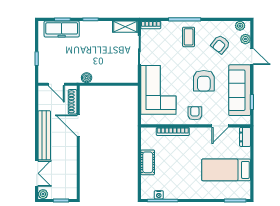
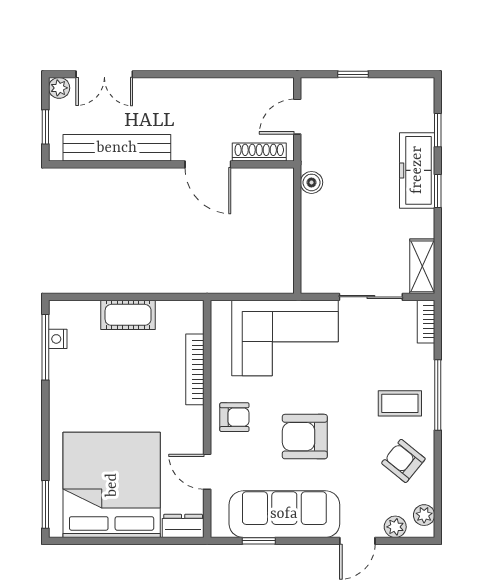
freezer: (62, 29) -> (417, 170), moved
armchair: (220, 44) -> (403, 461), moved
door: (78, 125) -> (208, 164), swing flipped
bench: (44, 135) -> (117, 148), moved
bed: (226, 170) -> (112, 485), width x2.04

